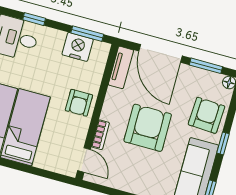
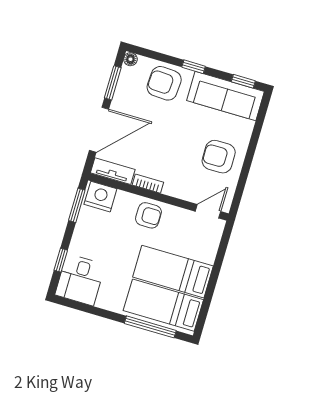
nightstand: (78, 47) -> (100, 197), moved, turned 90
armchair: (148, 128) -> (219, 157), moved, width x0.73, depth x0.73
bookcase: (100, 135) -> (148, 184), moved

